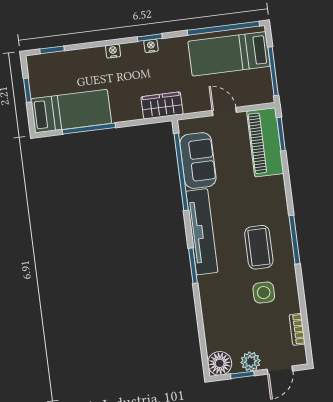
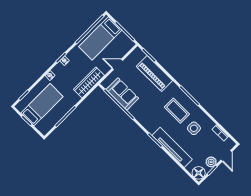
wardrobe: (162, 105) -> (89, 82), width x1.50
bed: (71, 111) -> (42, 105), moved
piano: (265, 142) -> (154, 74), moved
tv unit: (202, 232) -> (172, 147), moved

